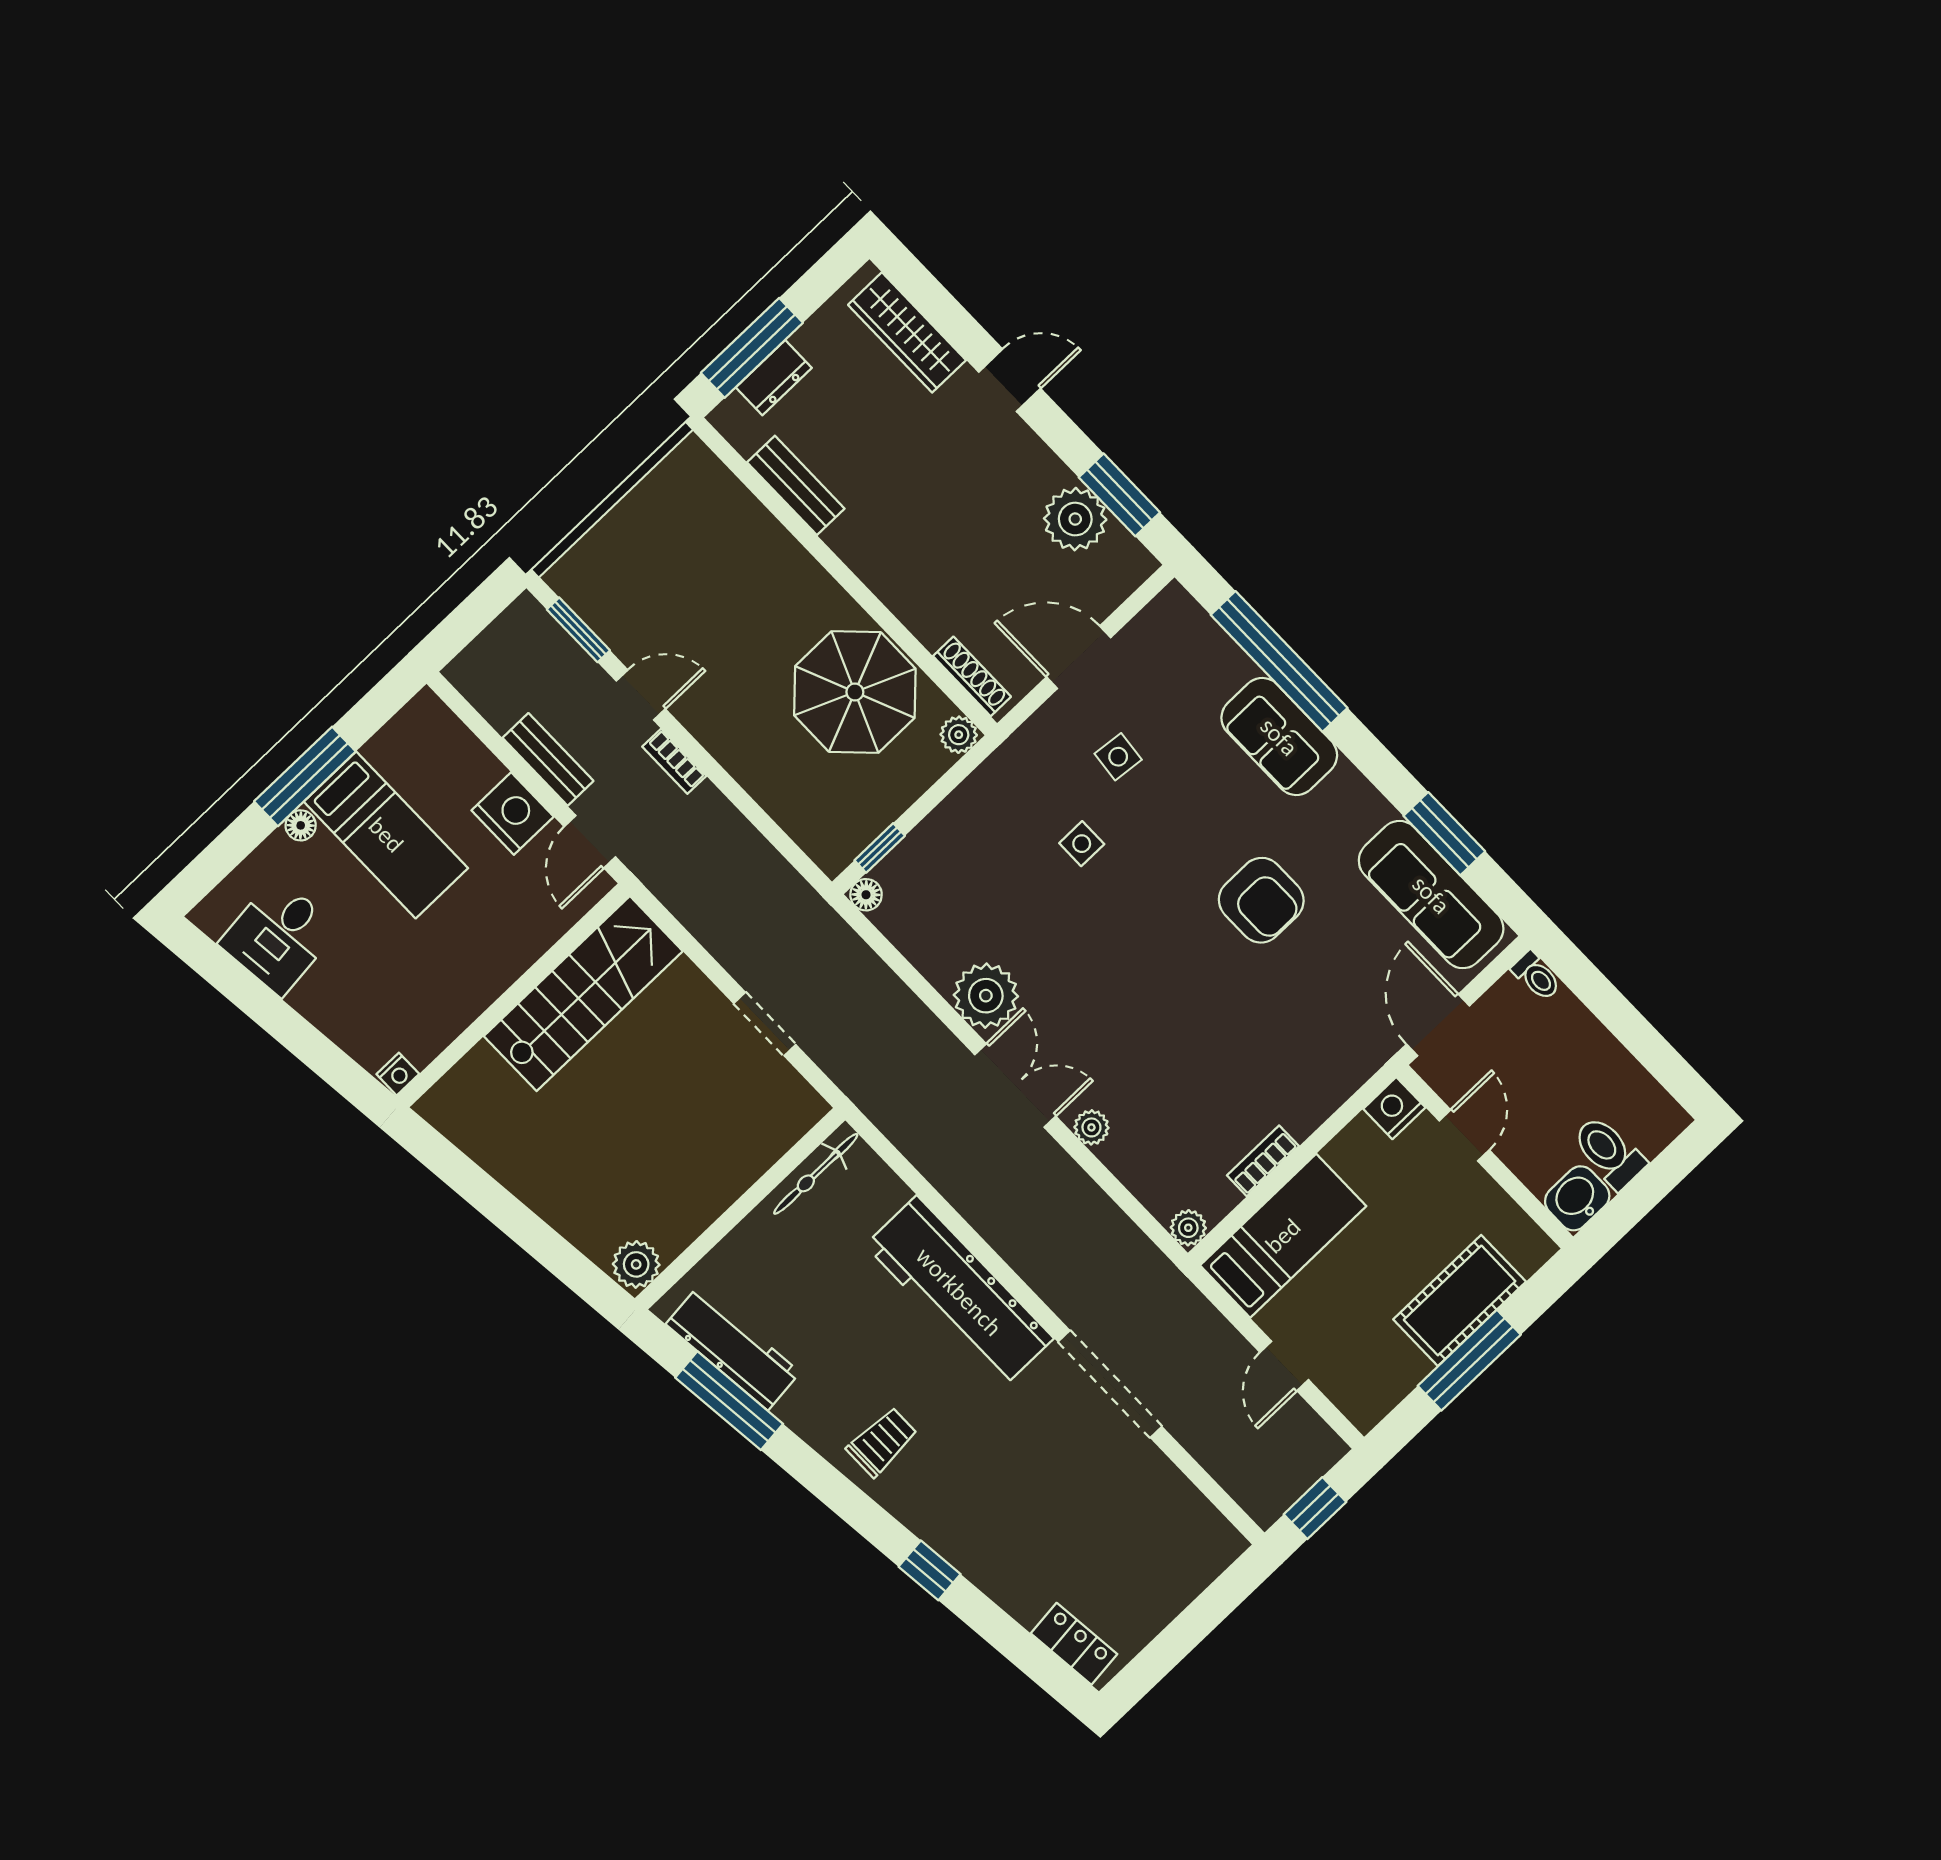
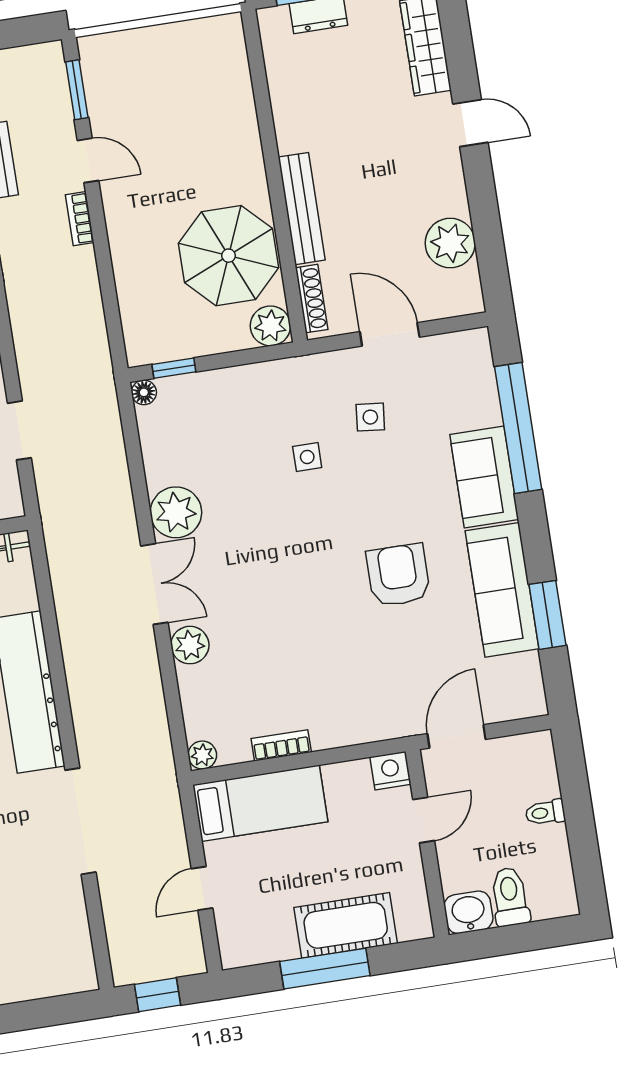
bench: (796, 485) -> (302, 209), moved, width x1.36
window: (1119, 495) -> (490, 247), removed
plant: (959, 735) -> (270, 326), width x1.38, depth x1.38
sofa: (1431, 895) -> (502, 590), moved
armchair: (1261, 900) -> (398, 575), turned 180
toilet: (1536, 976) -> (545, 813), moved, turned 90
plant: (1091, 1127) -> (190, 645), width x1.38, depth x1.38

